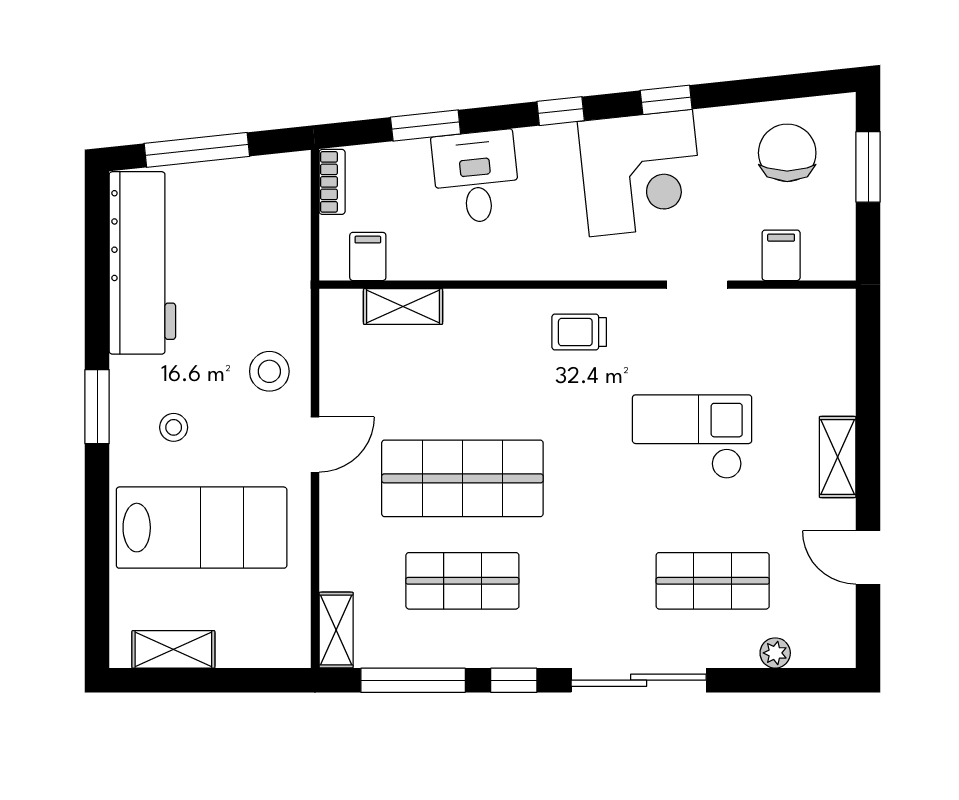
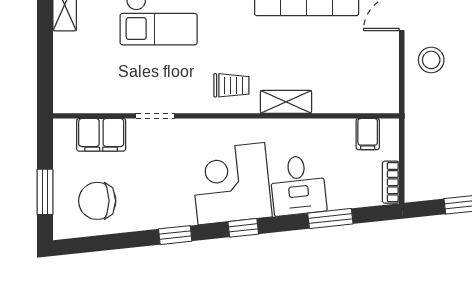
chair: (787, 153) -> (97, 201), turned 90
corner desk: (641, 173) -> (231, 184), moved
filing cabinet: (781, 255) -> (101, 135), width x2.00
shelving: (403, 306) -> (286, 102), moved

